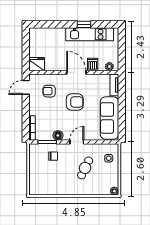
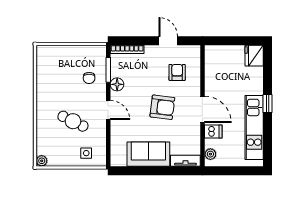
window: (84, 24) -> (267, 104), moved
fridge: (37, 64) -> (254, 56), moved, turned 180
door: (76, 72) -> (202, 109), hinge flipped
door: (26, 87) -> (168, 41), moved
armchair: (75, 102) -> (162, 107), turned -83
sofa: (109, 118) -> (148, 154), width x0.73

